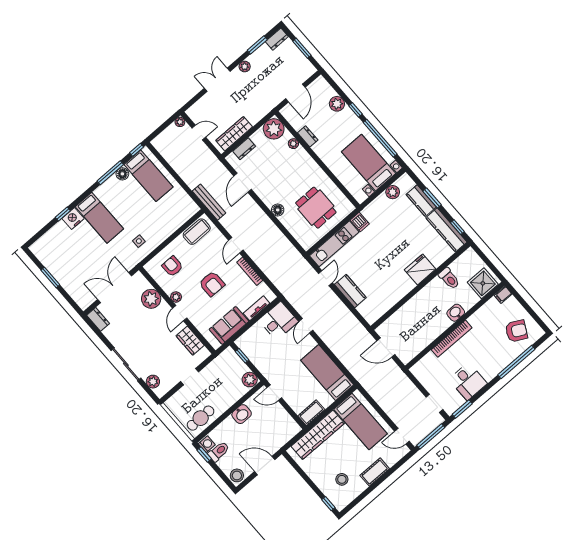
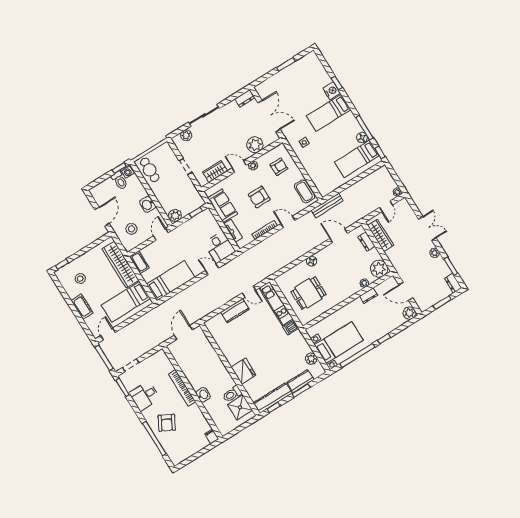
plant: (337, 104) -> (409, 313), moved
shower: (483, 283) -> (240, 407), moved
armchair: (516, 331) -> (167, 423), moved
stool: (237, 475) -> (131, 229), moved

